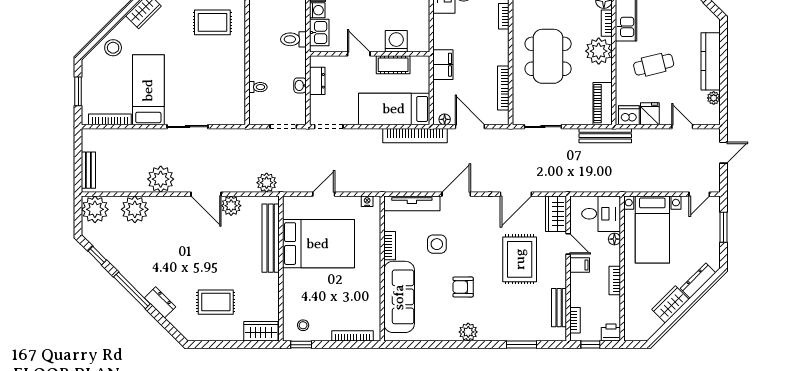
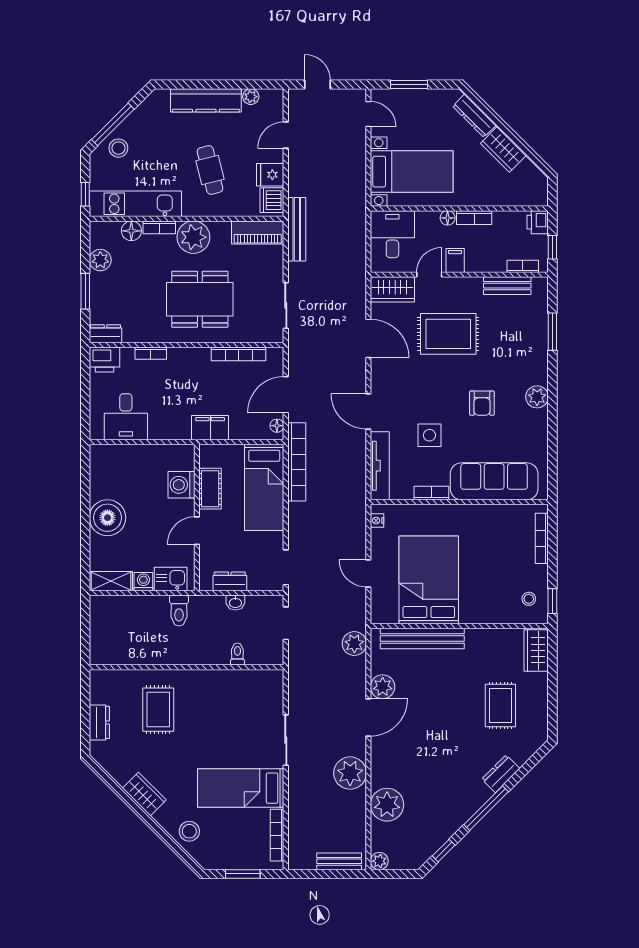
plant: (95, 209) -> (379, 861), width x0.53, depth x0.53
floor lamp: (614, 239) -> (448, 218), moved

